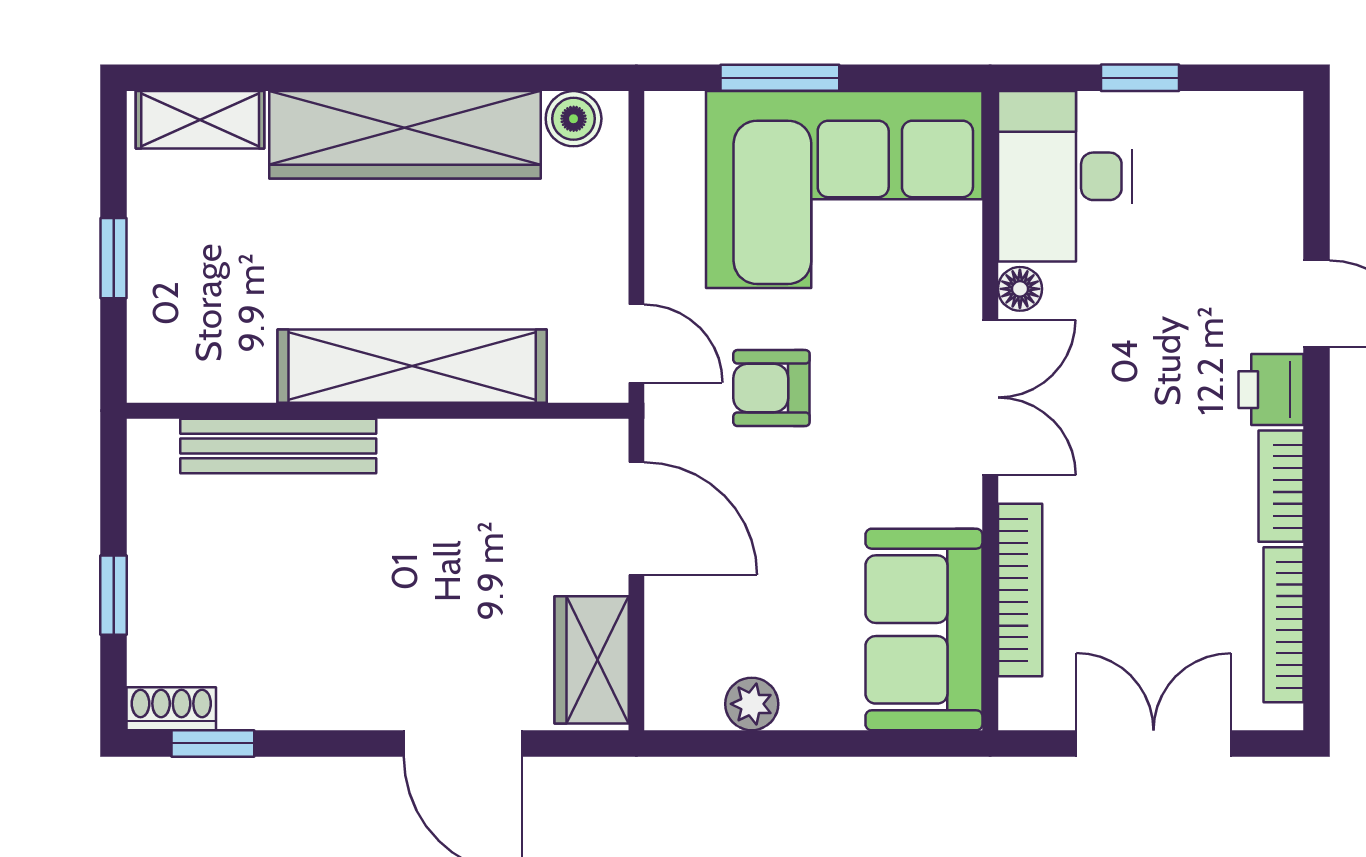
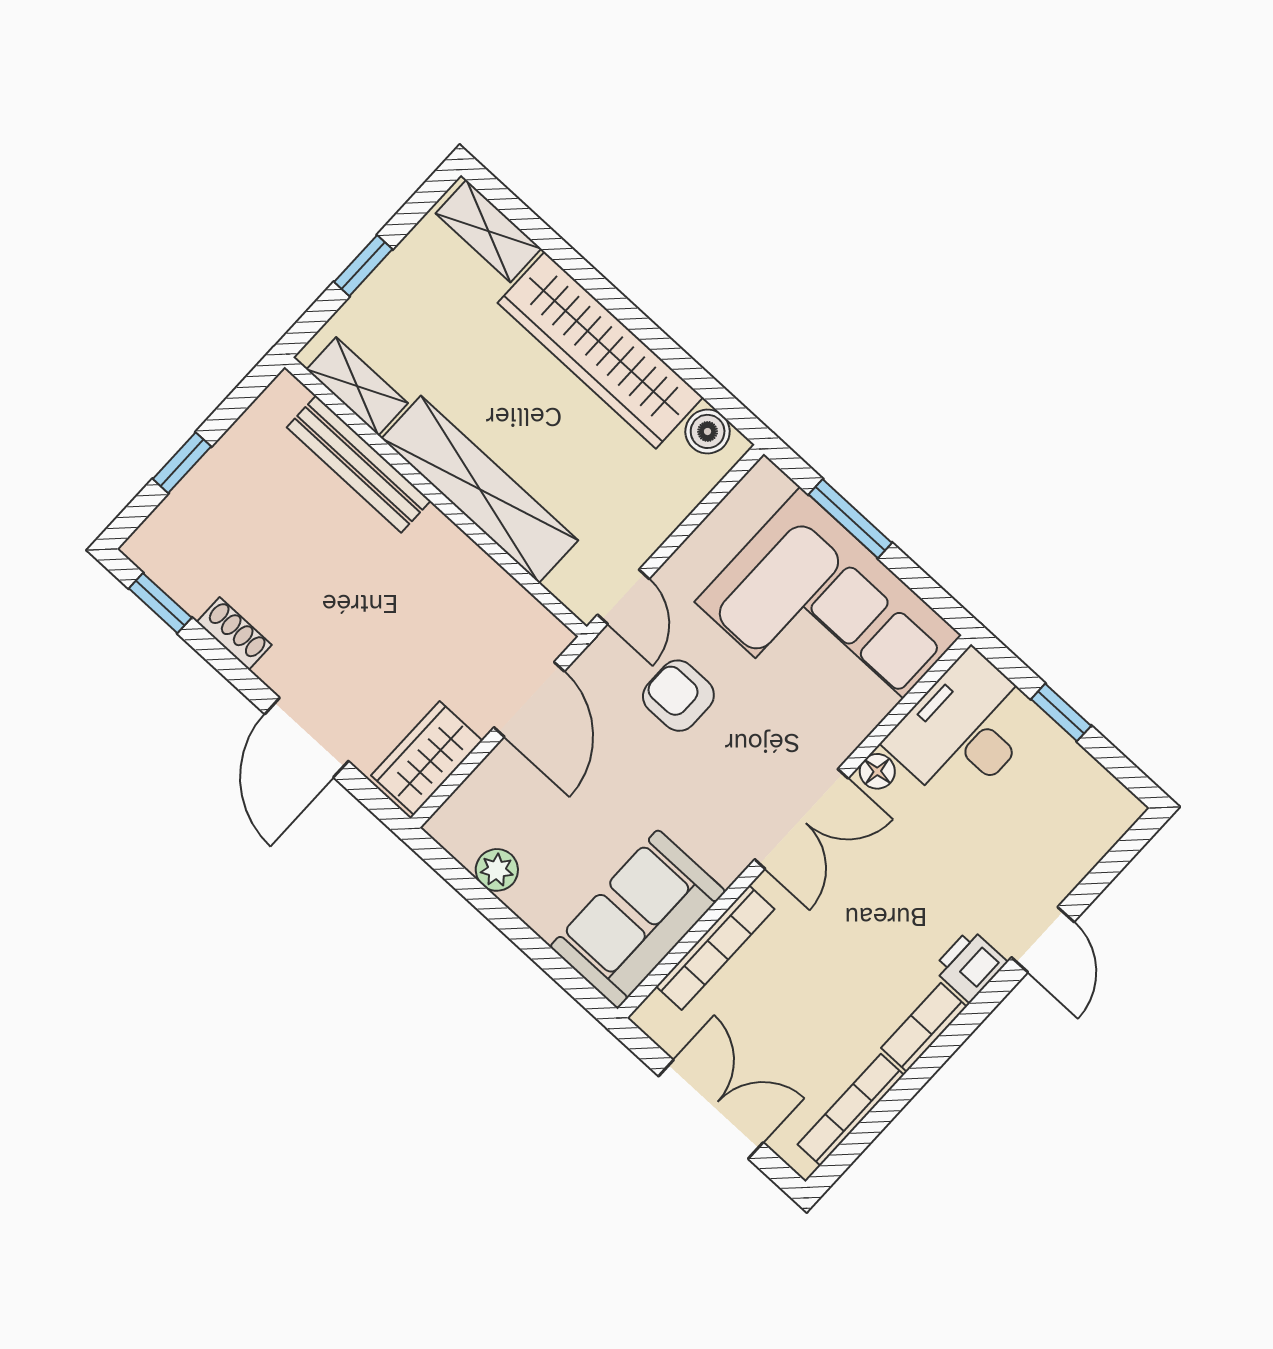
shelving: (211, 375) -> (357, 386), added
shoe rack: (171, 709) -> (234, 633), moved

